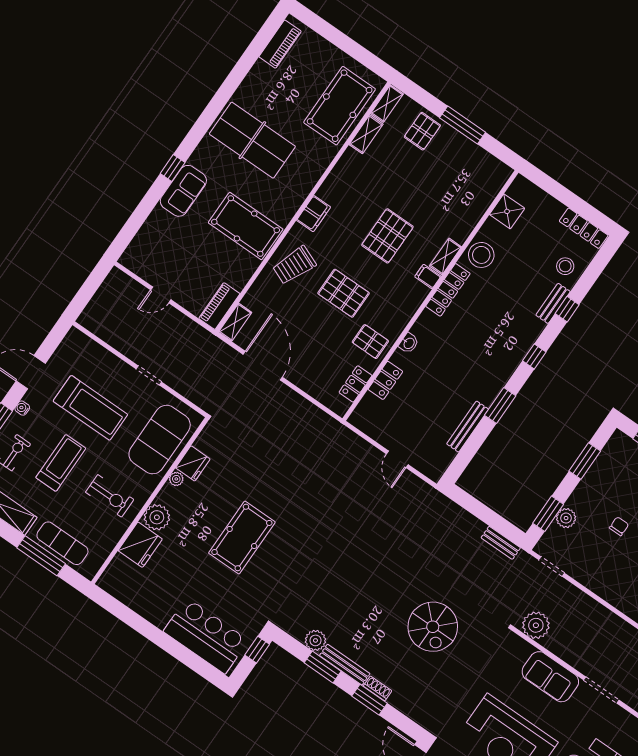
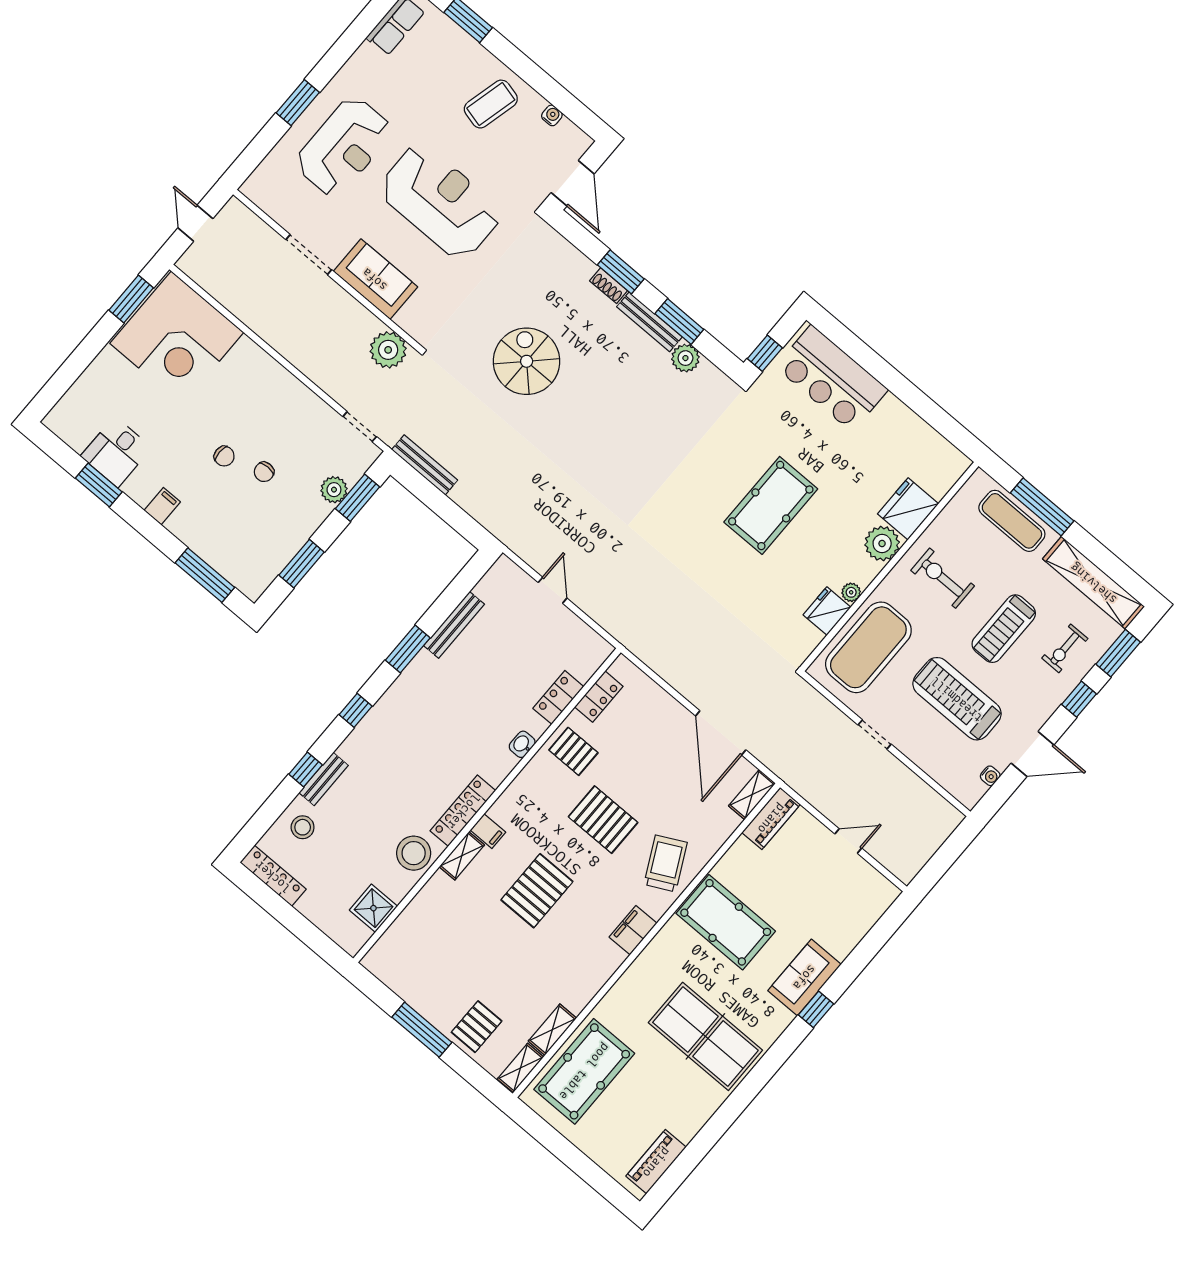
trolley: (294, 265) -> (666, 863), turned -49
water cooler: (22, 408) -> (990, 776), moved
bench: (501, 543) -> (425, 465), width x1.36

